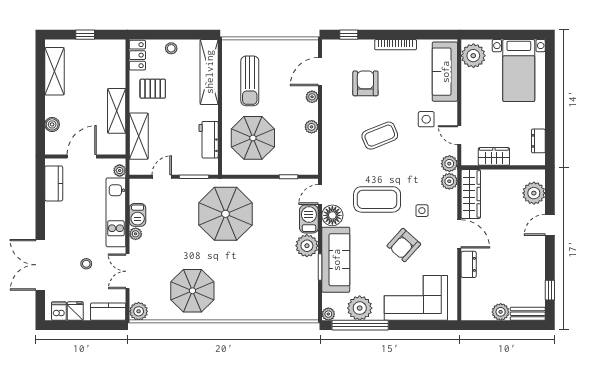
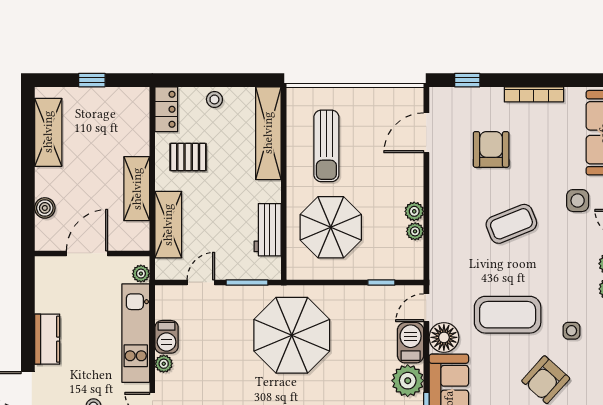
plant: (312, 97) -> (415, 231), moved
kitchen counter: (54, 183) -> (47, 339), moved

